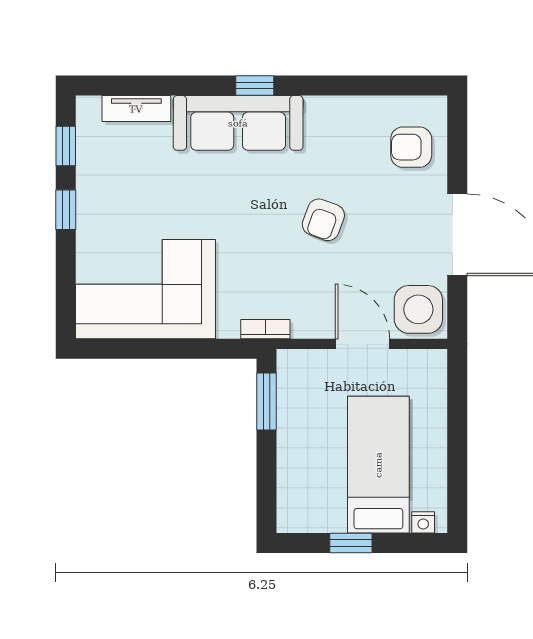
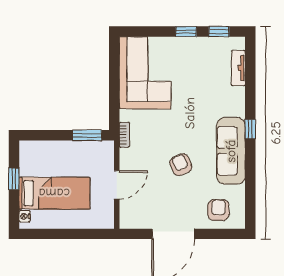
sofa: (238, 123) -> (231, 151), moved
armchair: (323, 220) -> (181, 165), turned 46
side table: (418, 309) -> (135, 214), removed

